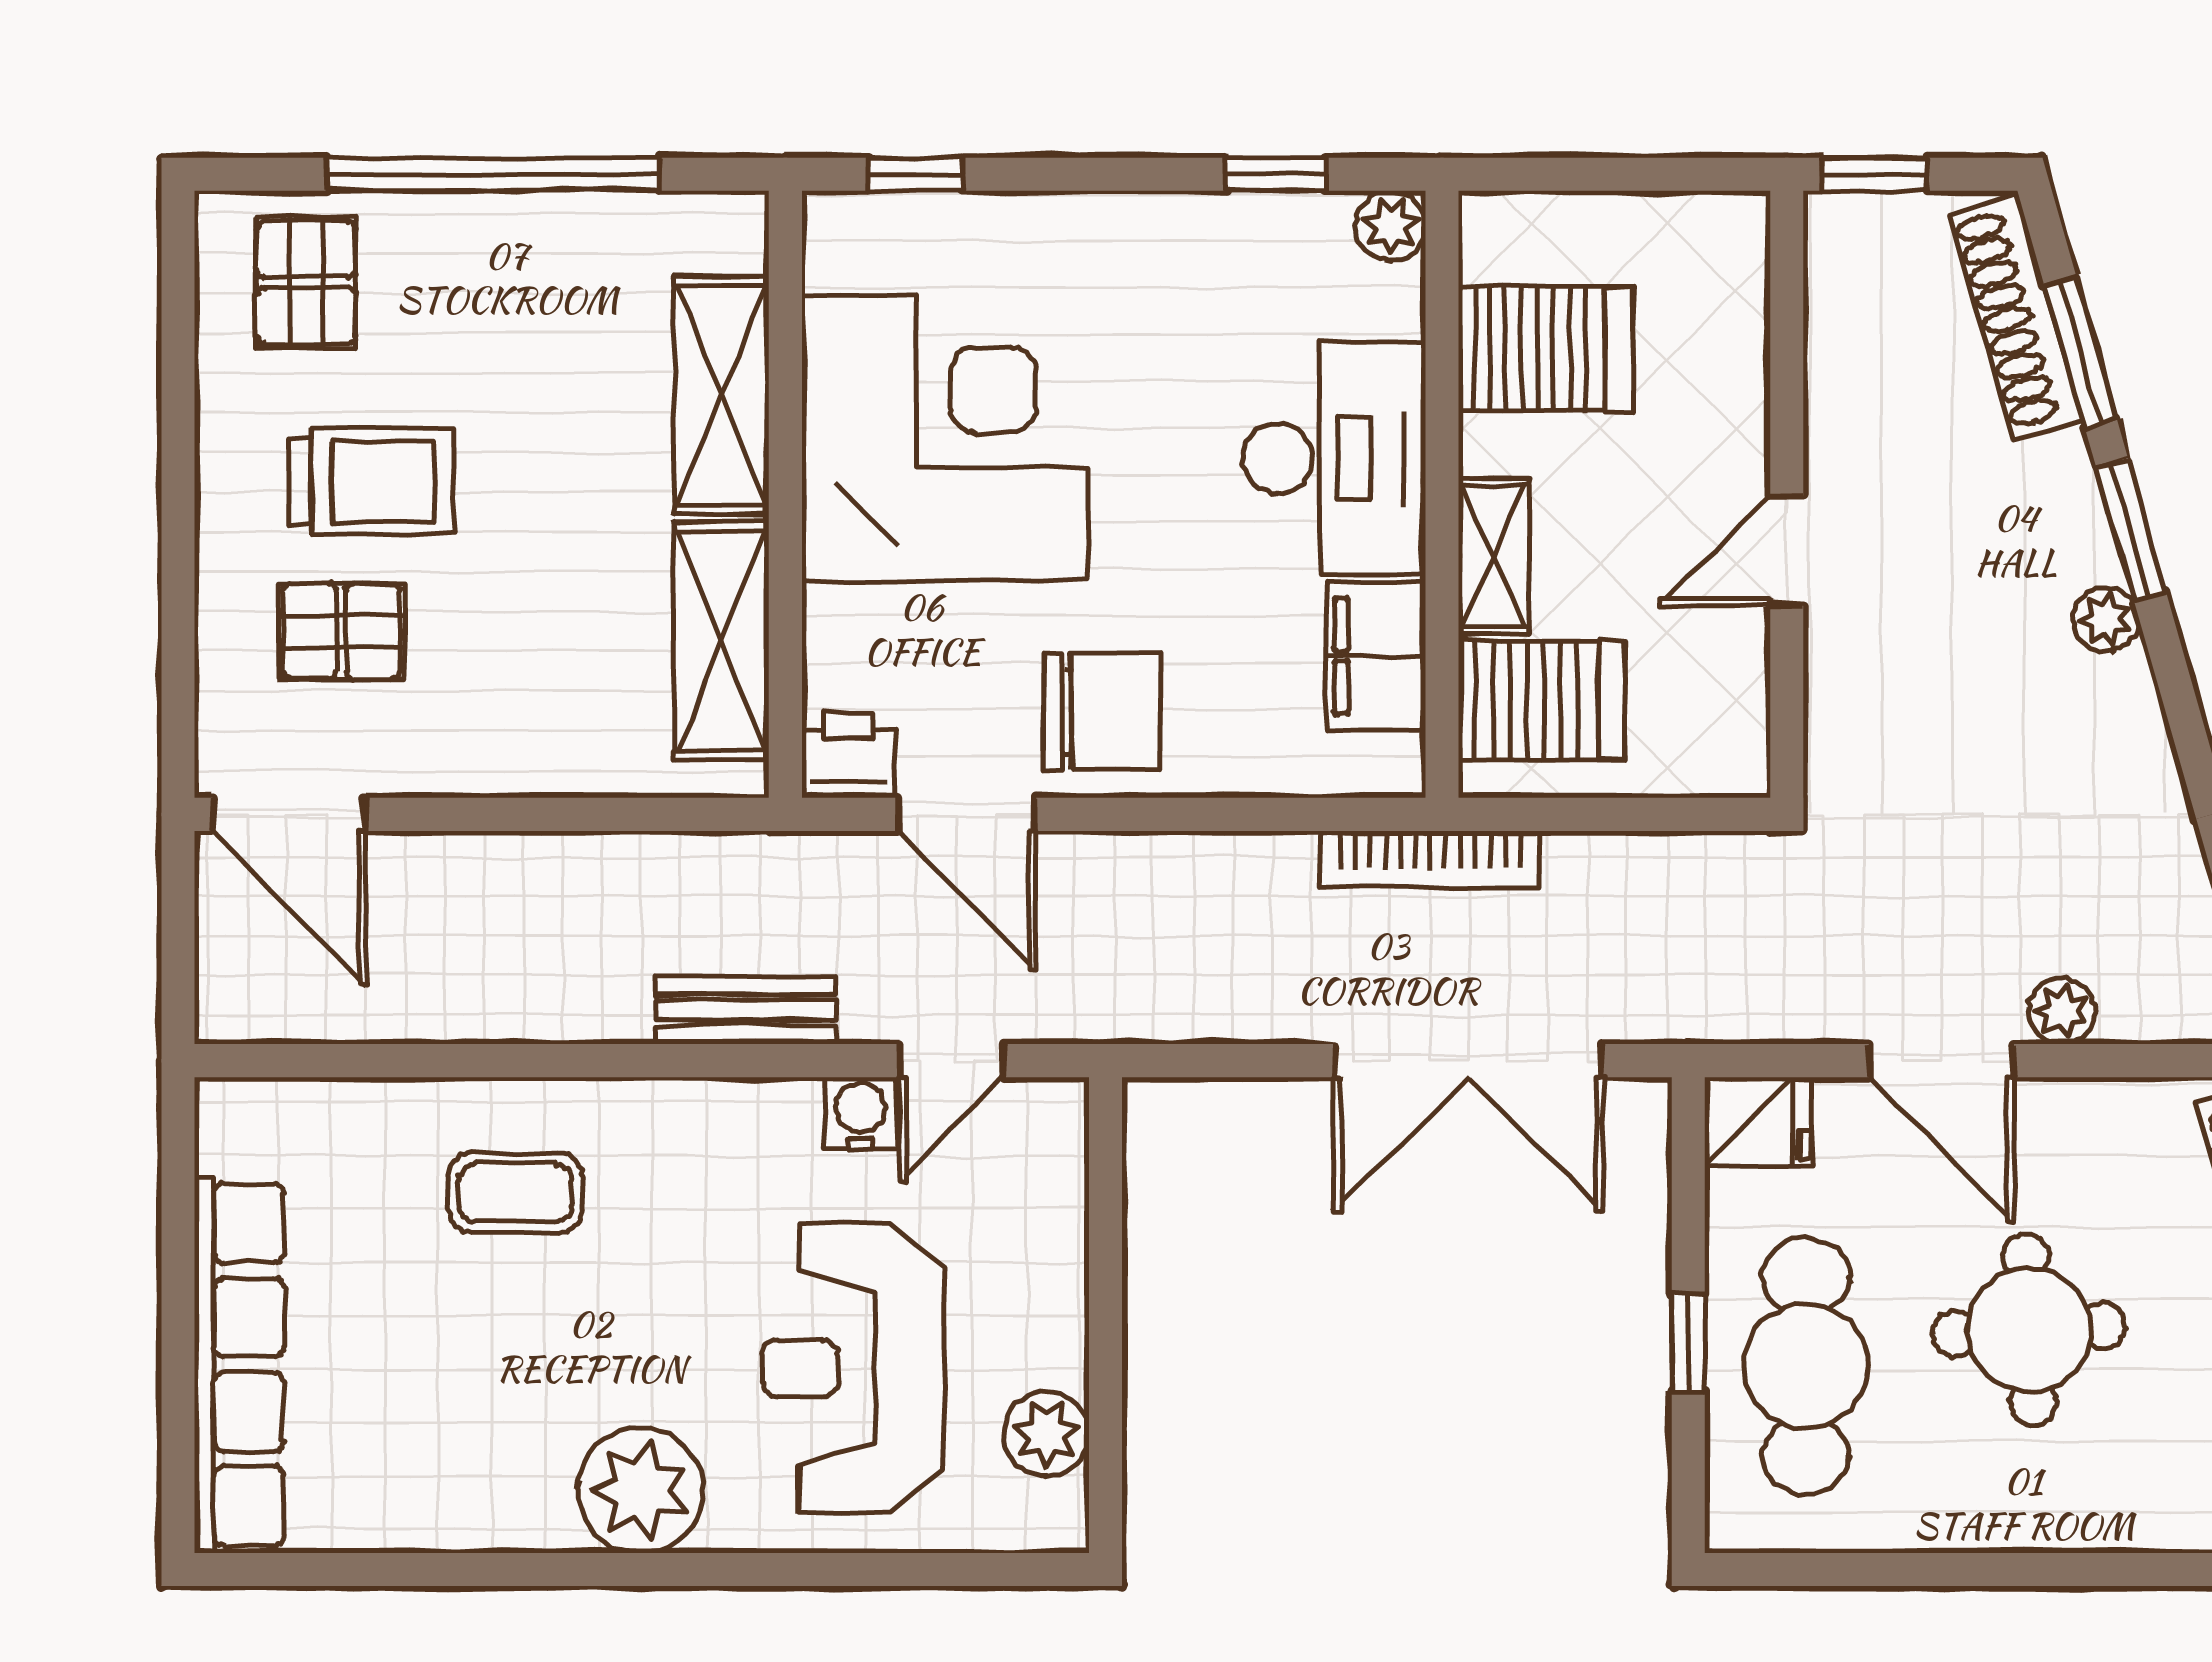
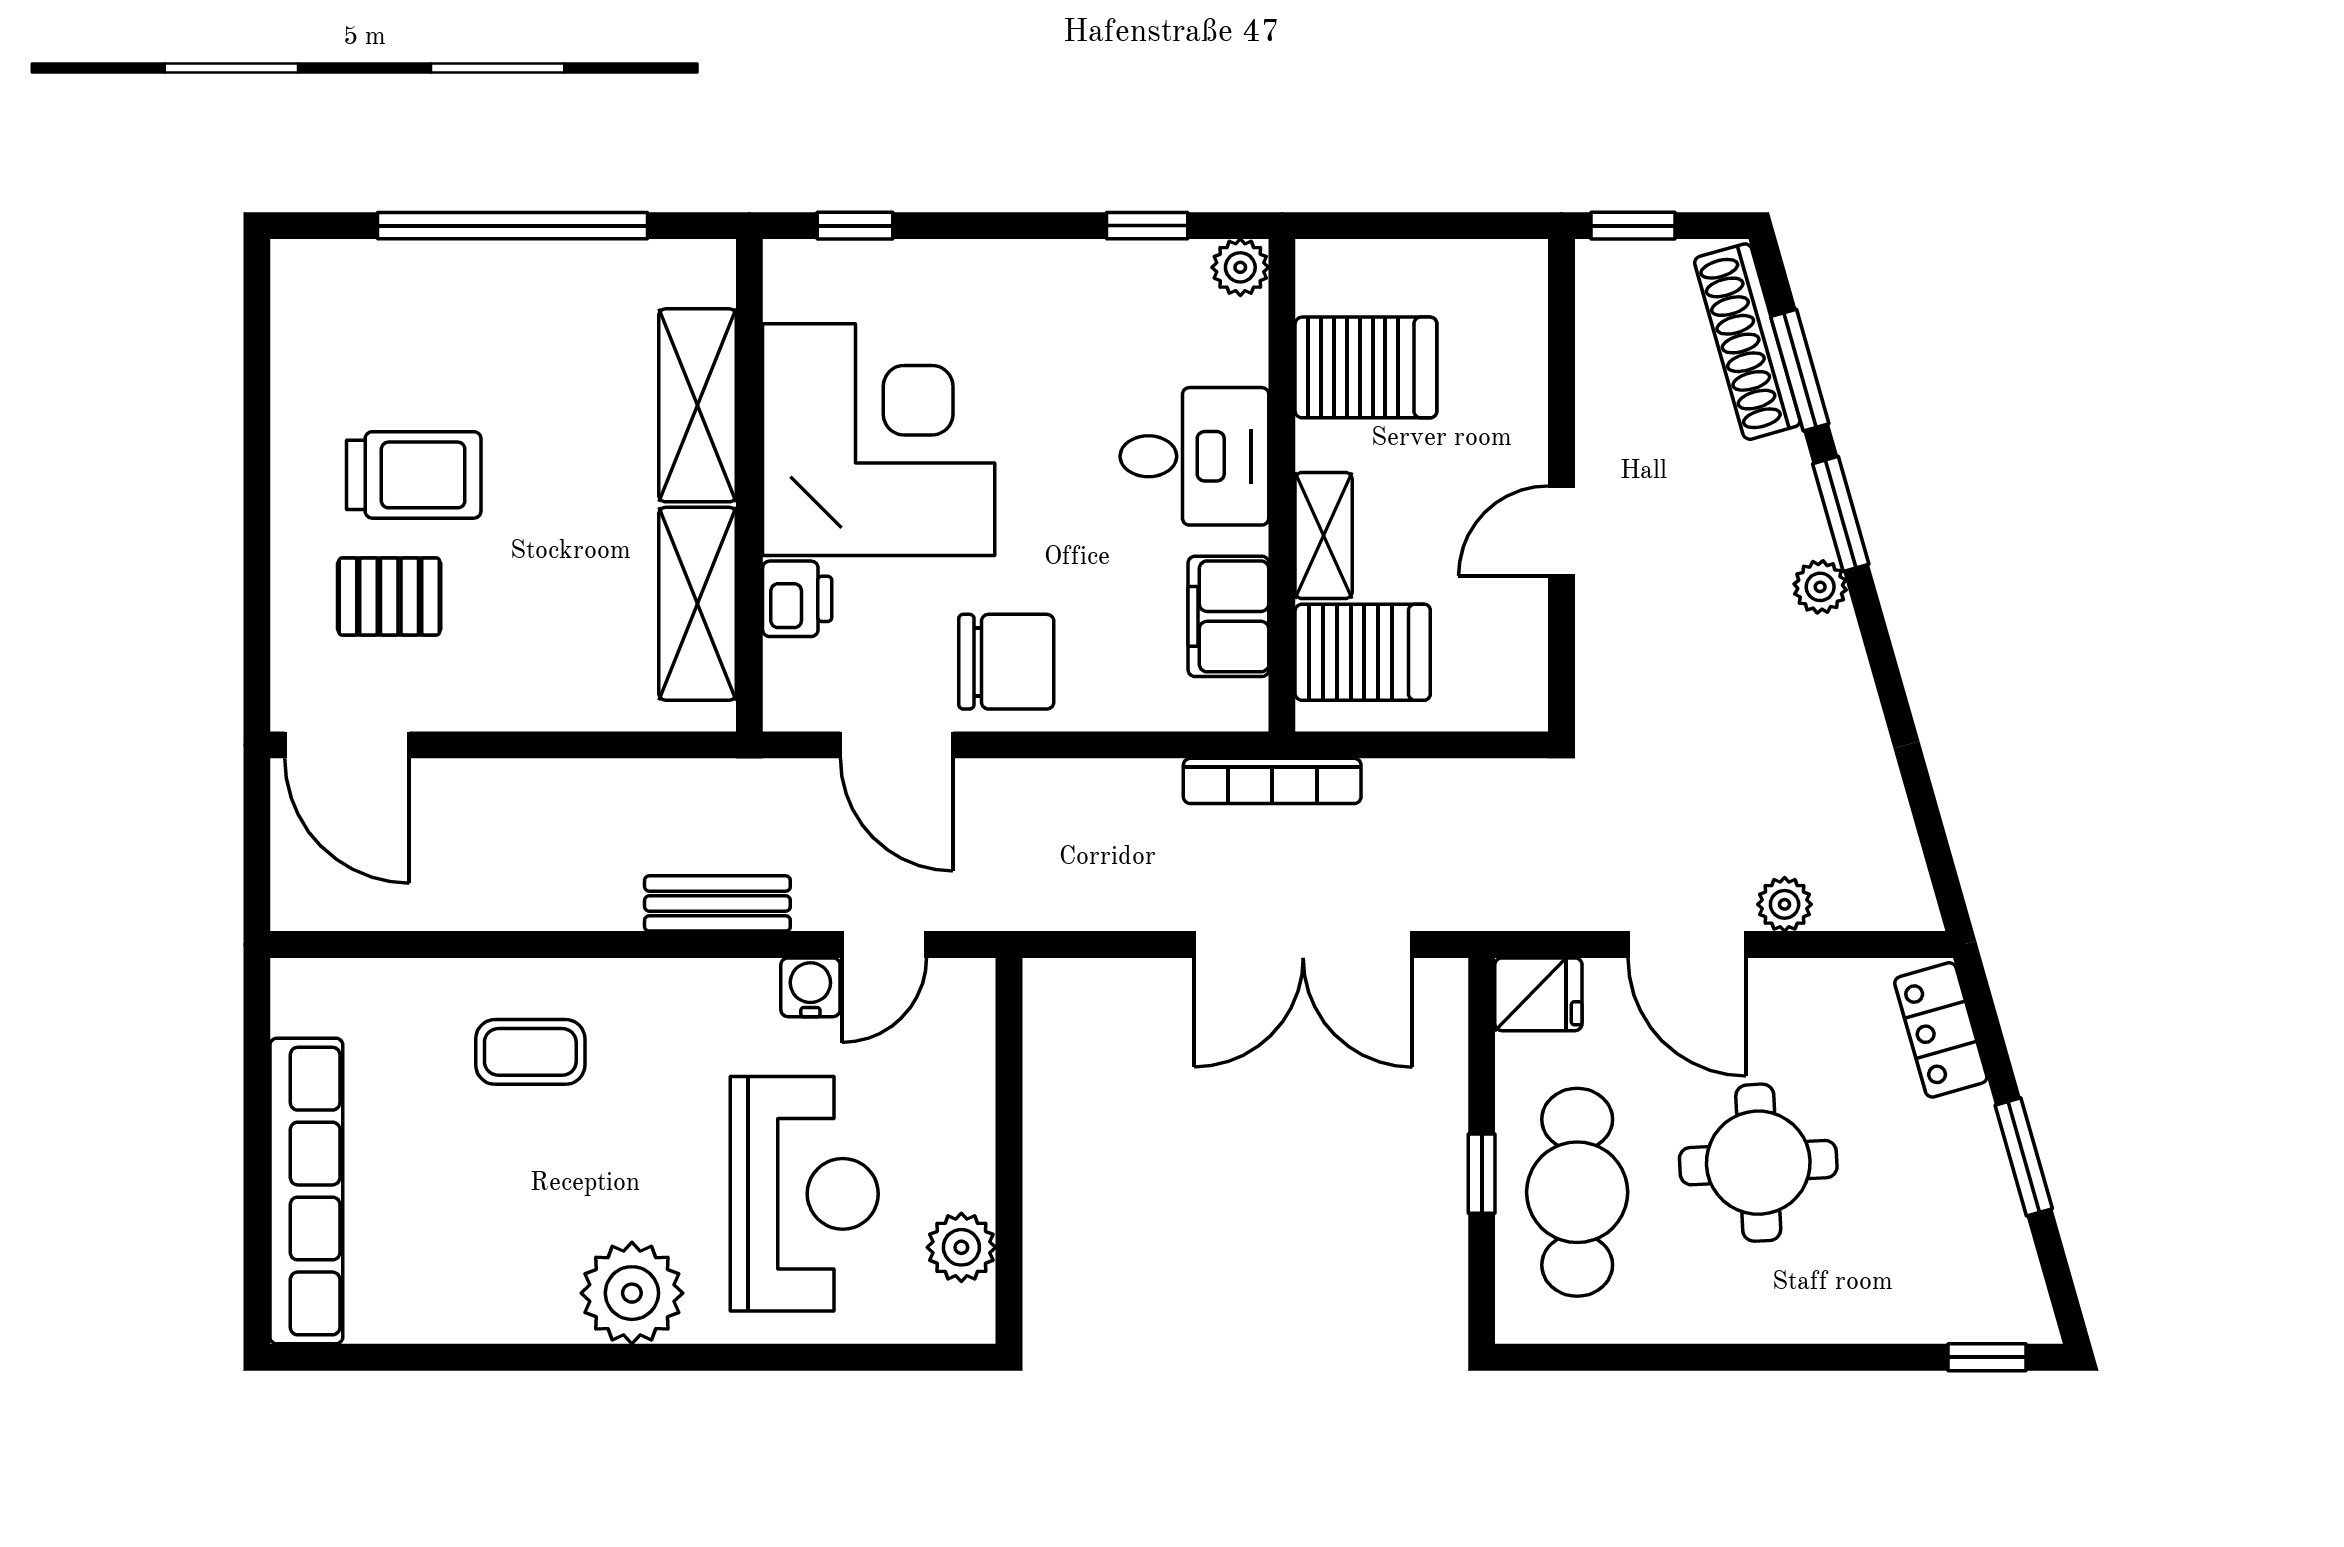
pallet: (306, 283) -> (361, 314), removed
desk: (1334, 459) -> (1194, 456), width x0.73
printer: (849, 756) -> (797, 599), moved, turned 90
reception desk: (853, 1368) -> (804, 1194), turned 180

